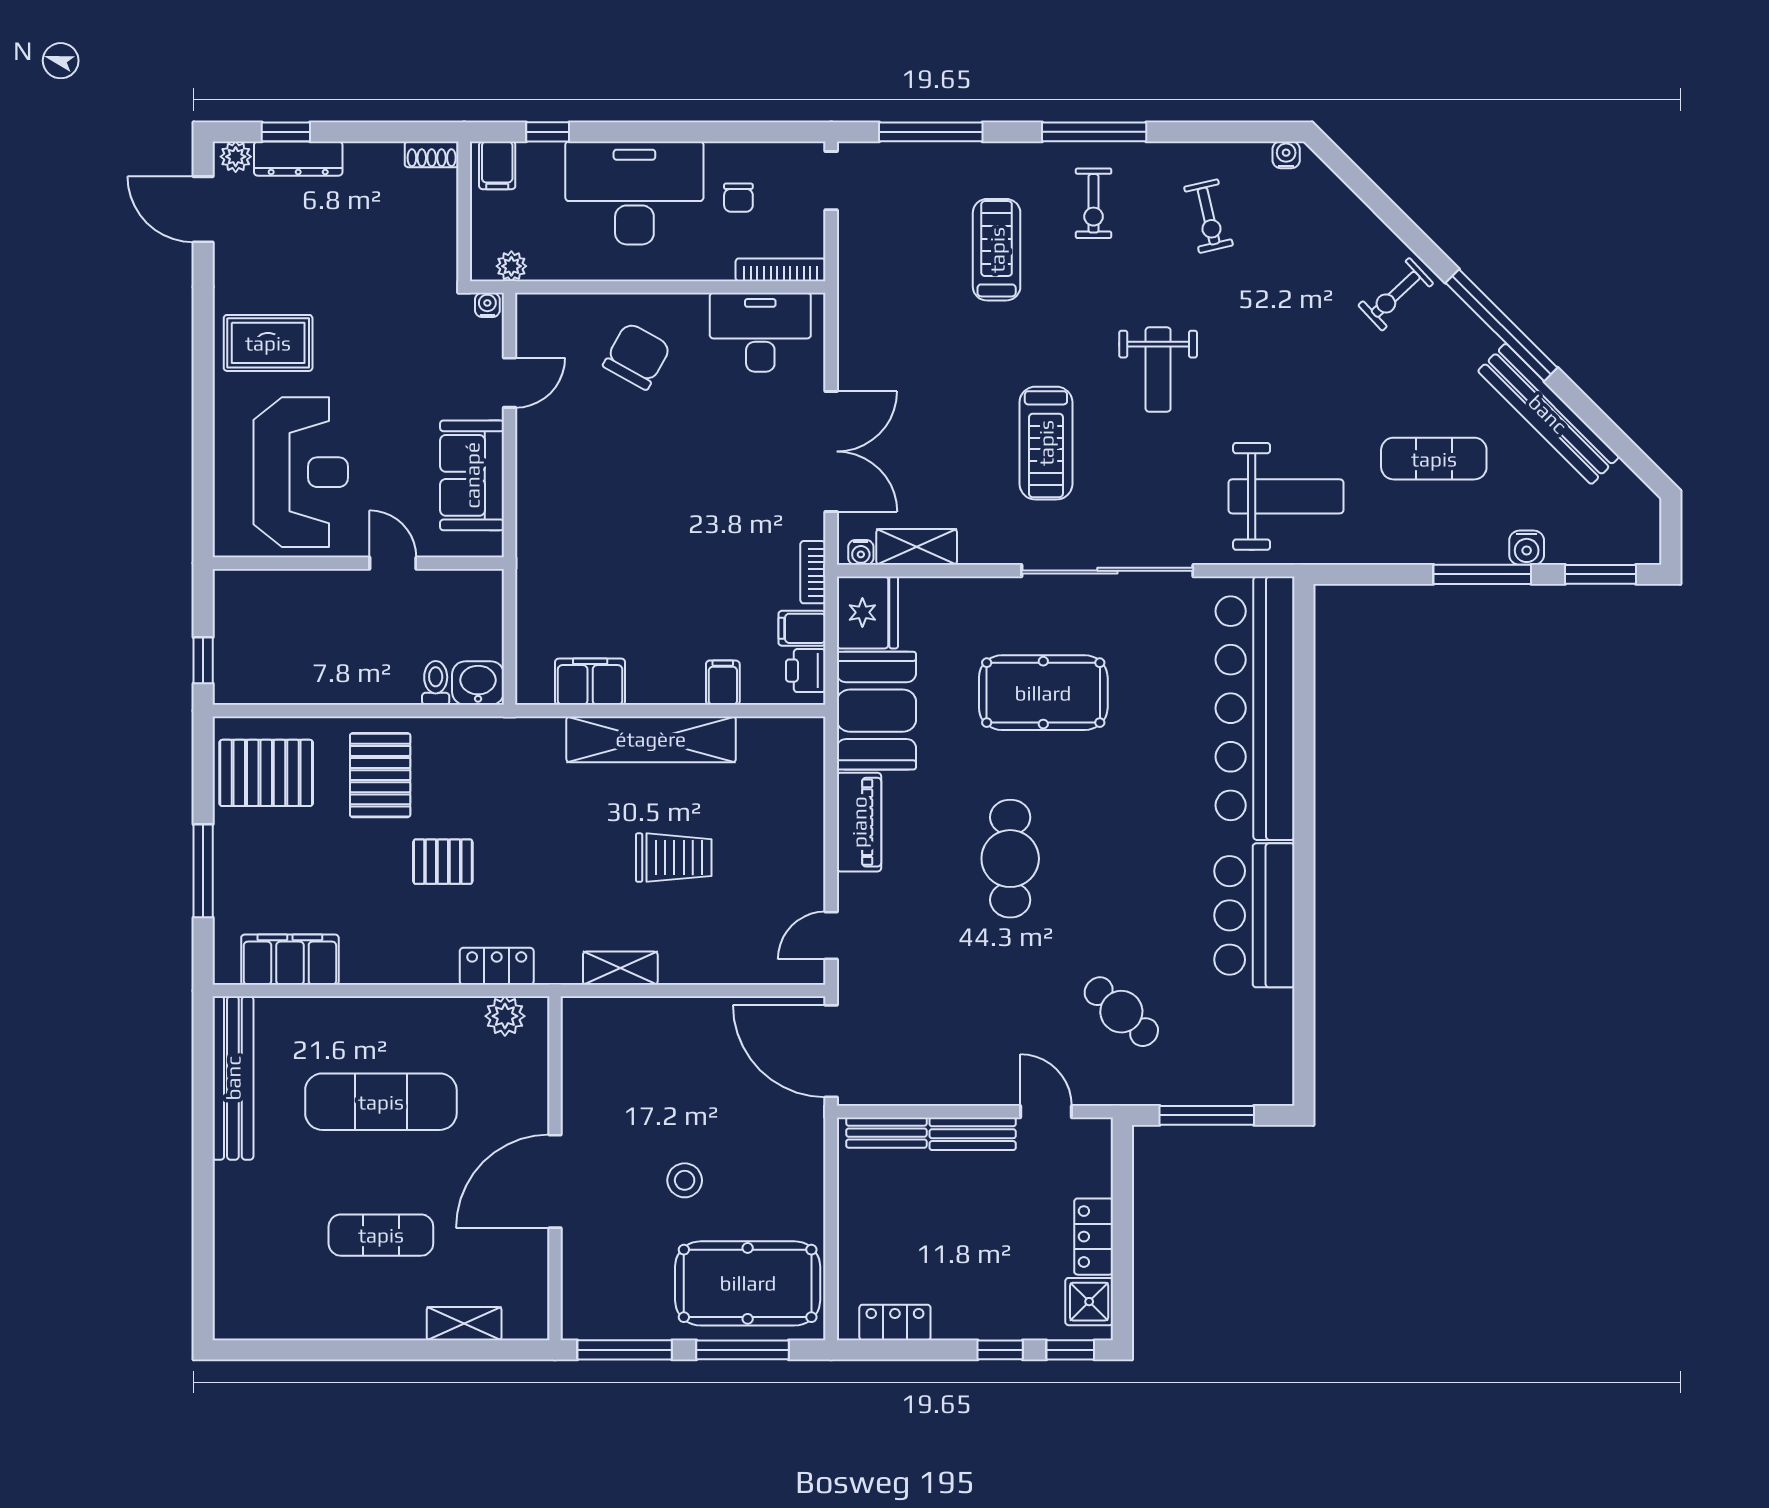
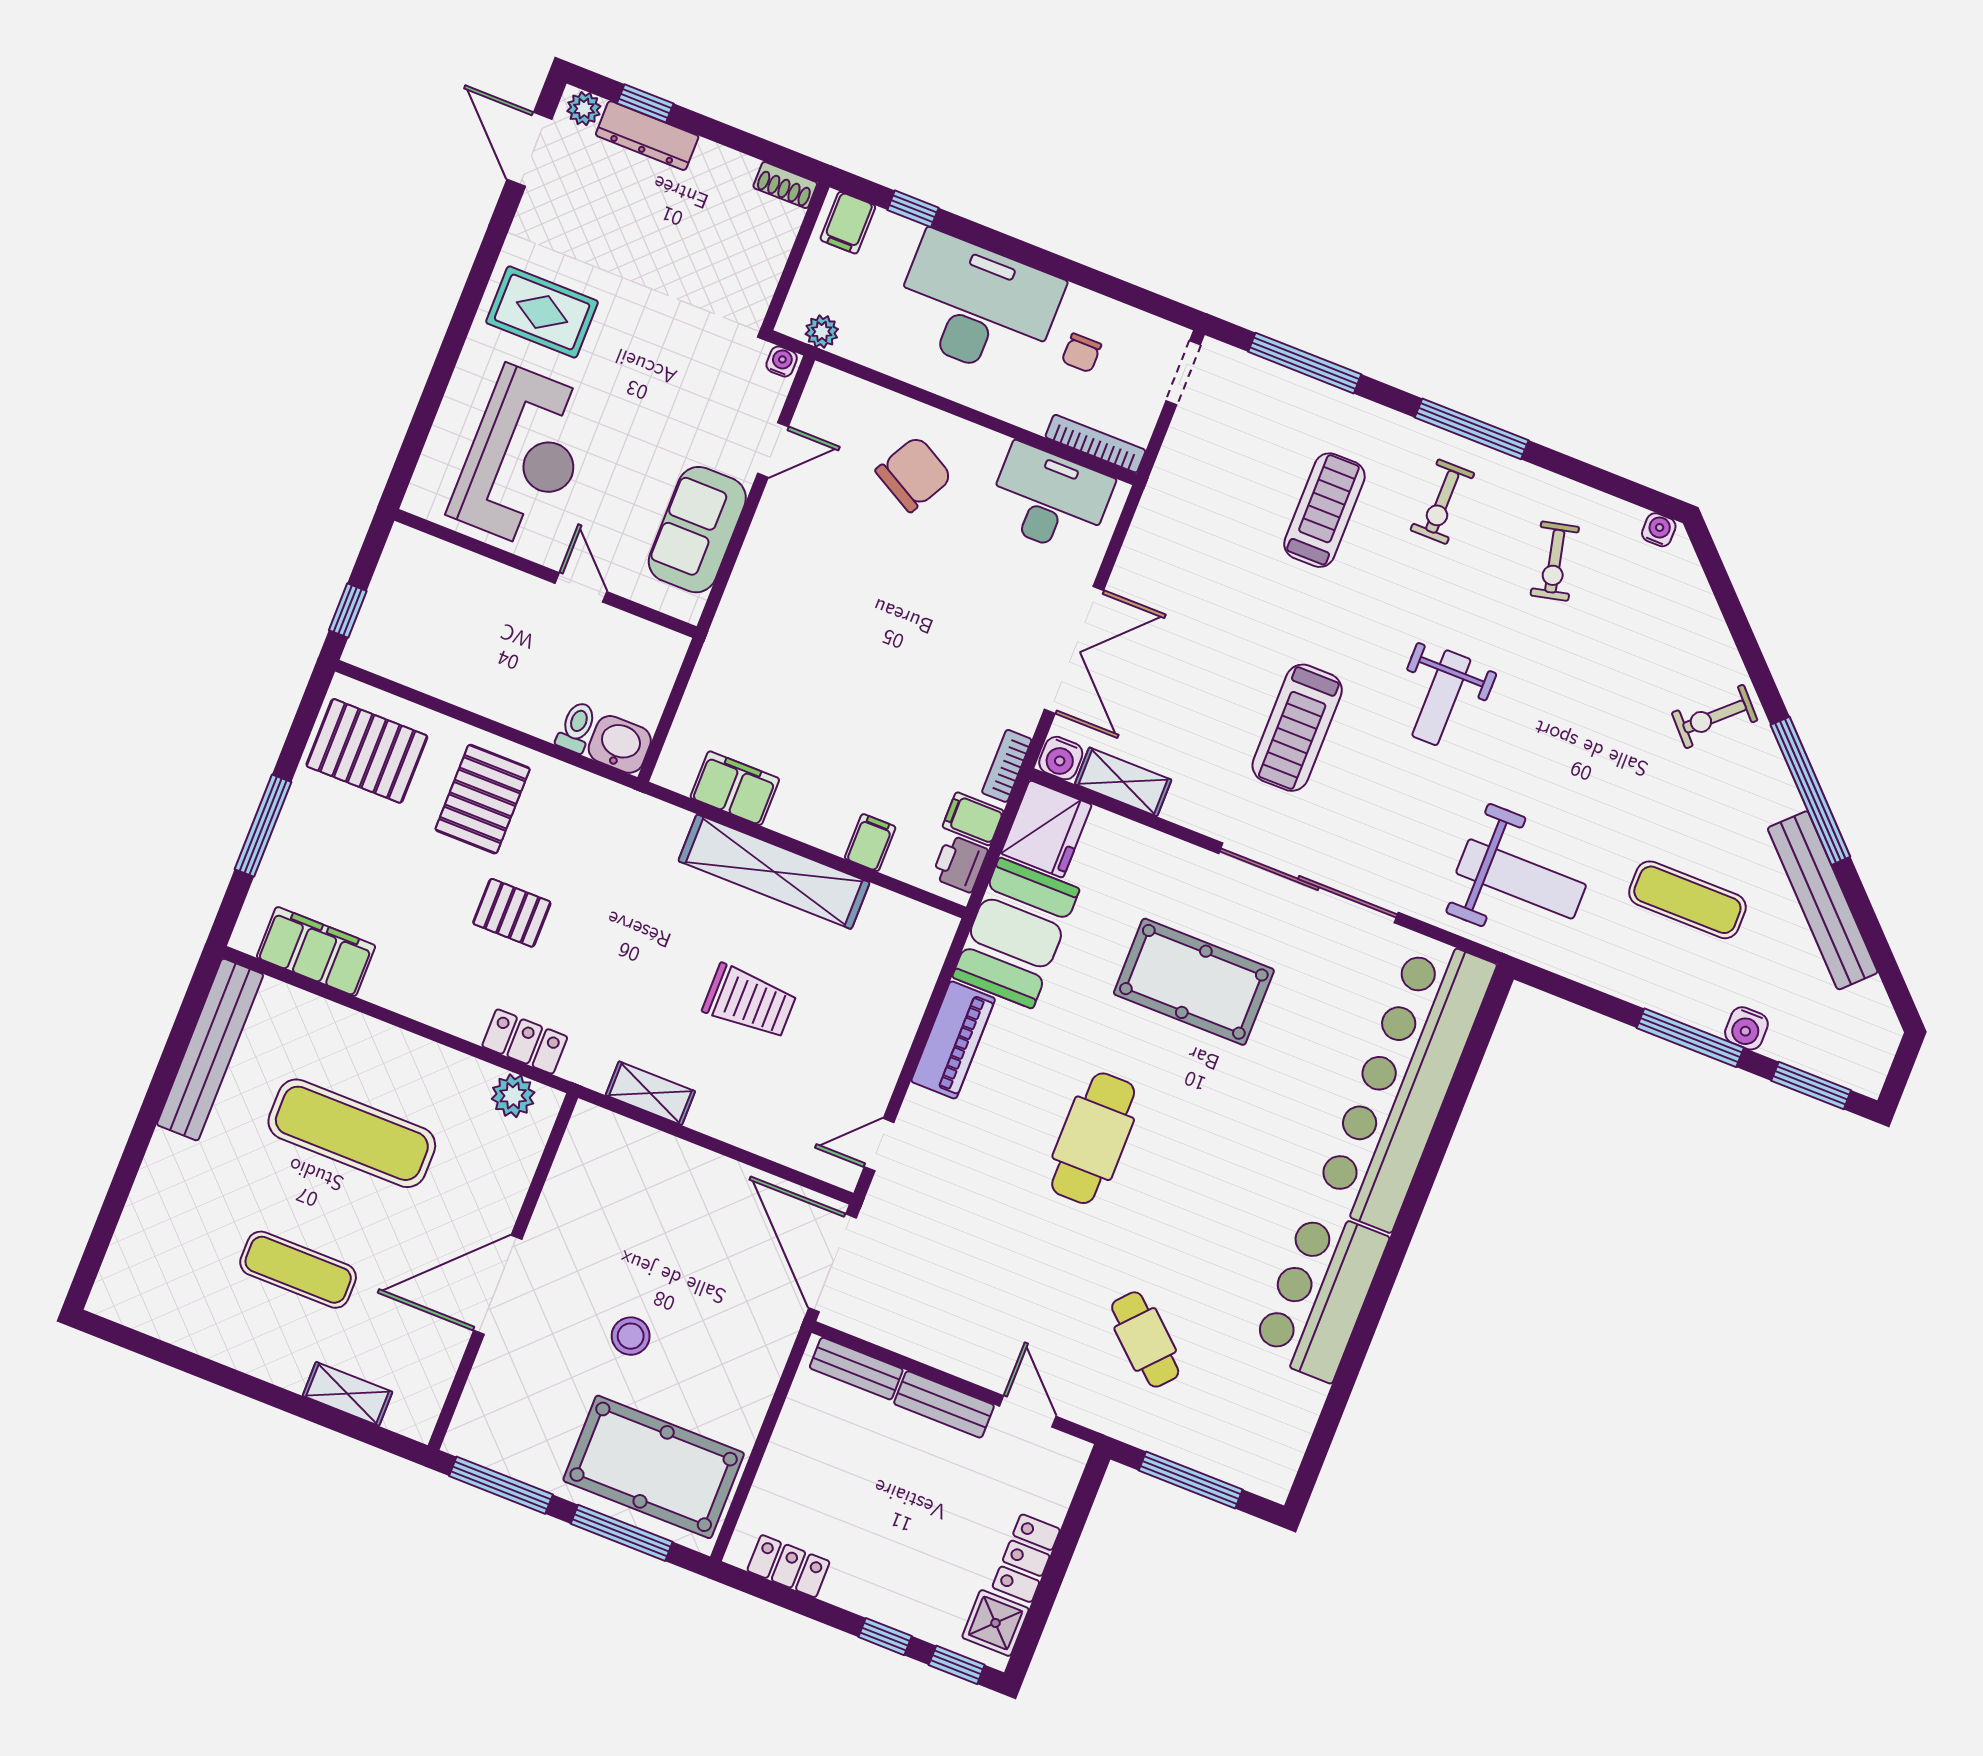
water cooler: (861, 552) -> (1061, 758), width x1.38, depth x1.38

